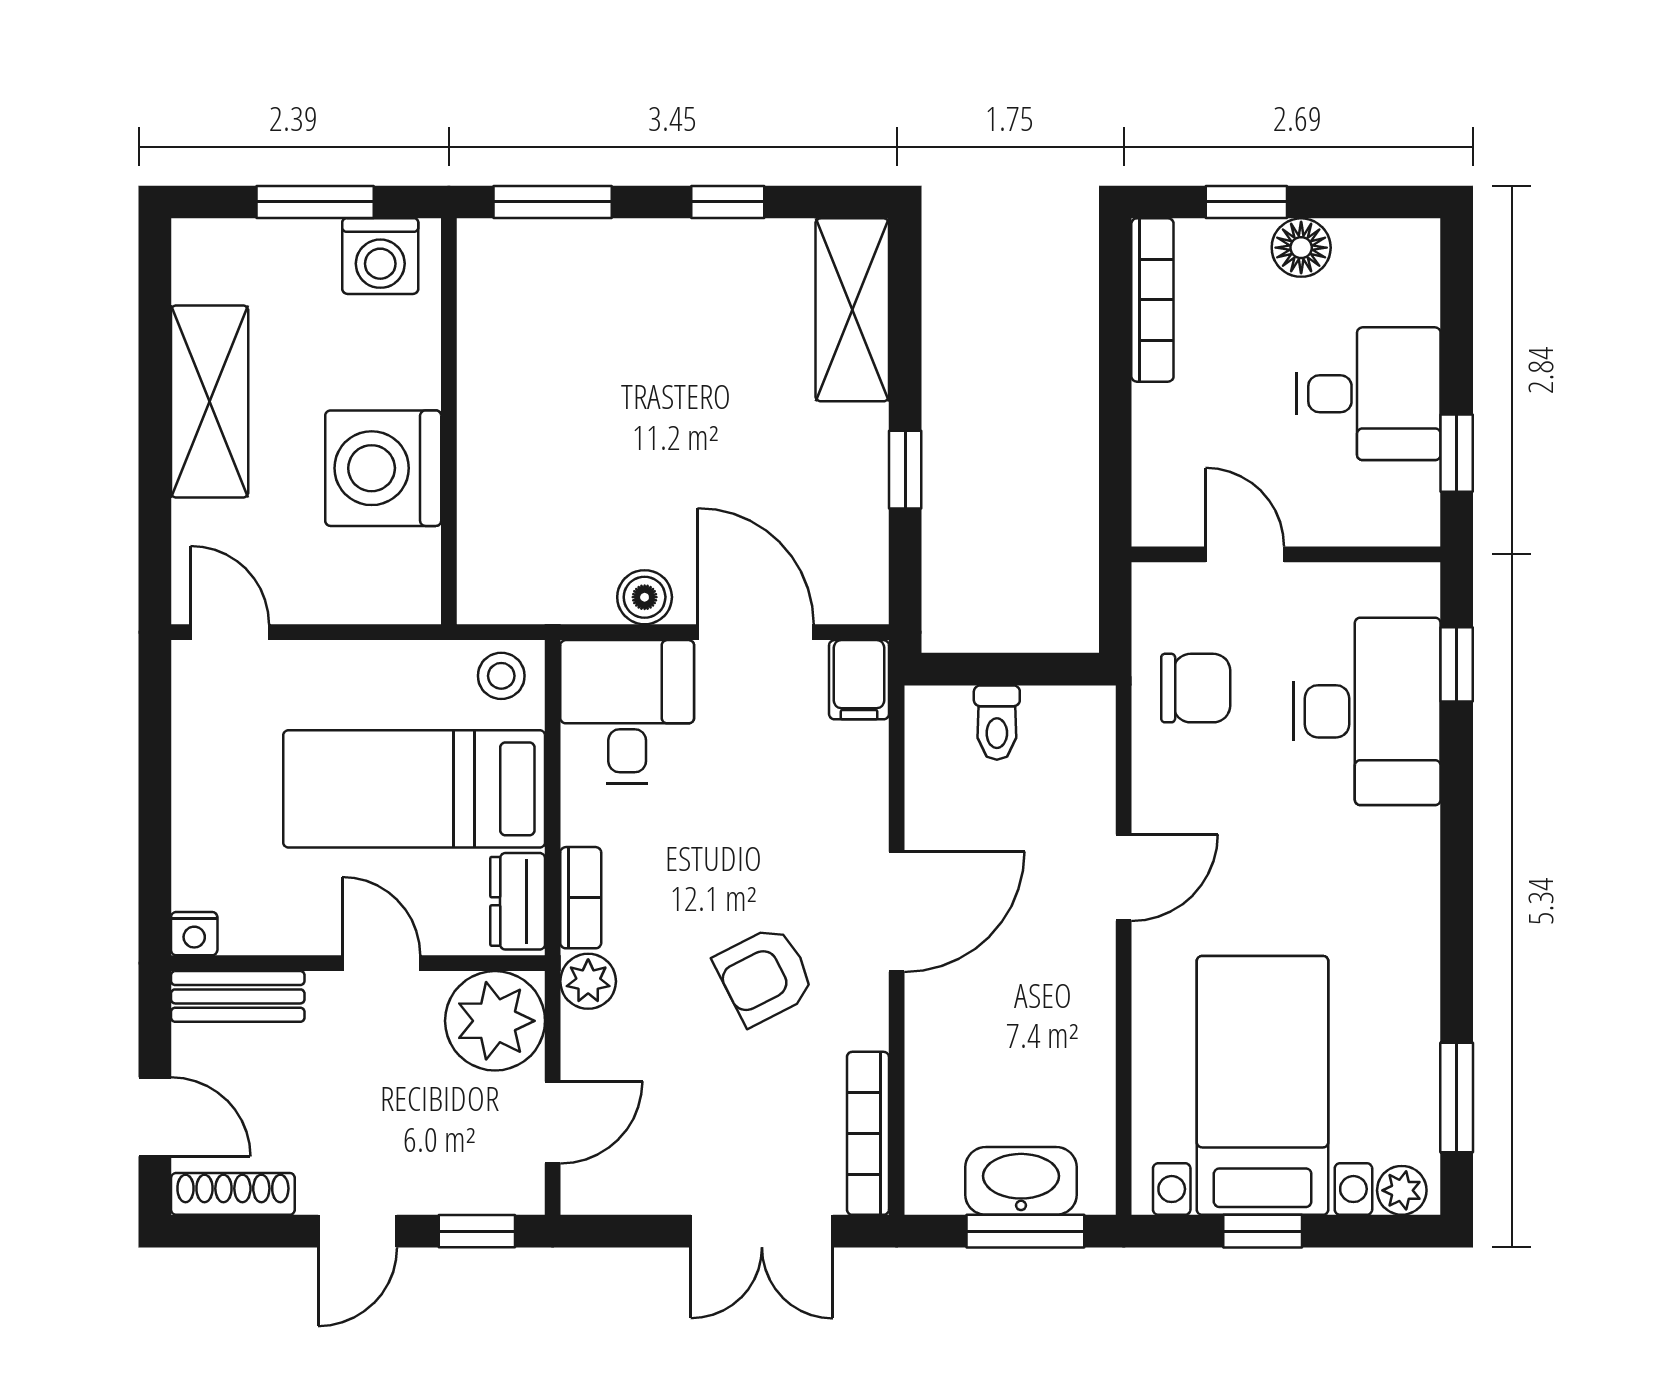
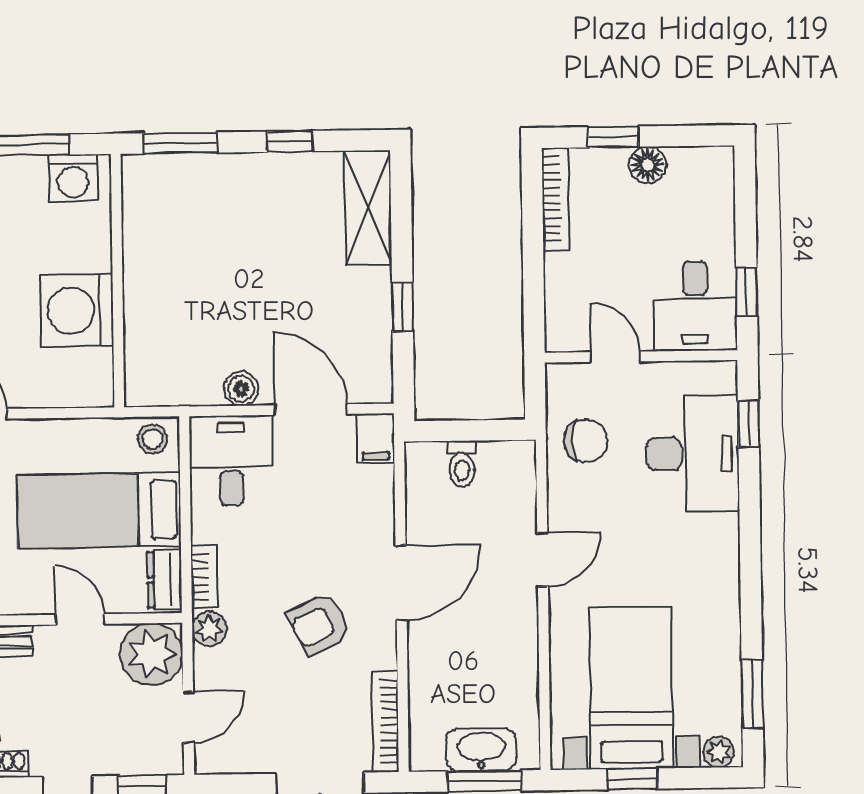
desk: (1369, 394) -> (695, 306), moved, turned 90

